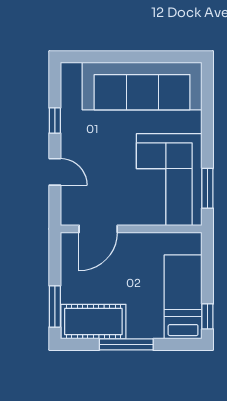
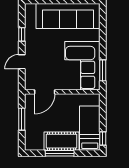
door: (55, 172) -> (22, 62), swing flipped
window: (55, 306) -> (22, 119), moved
cot: (93, 322) -> (62, 141), moved

